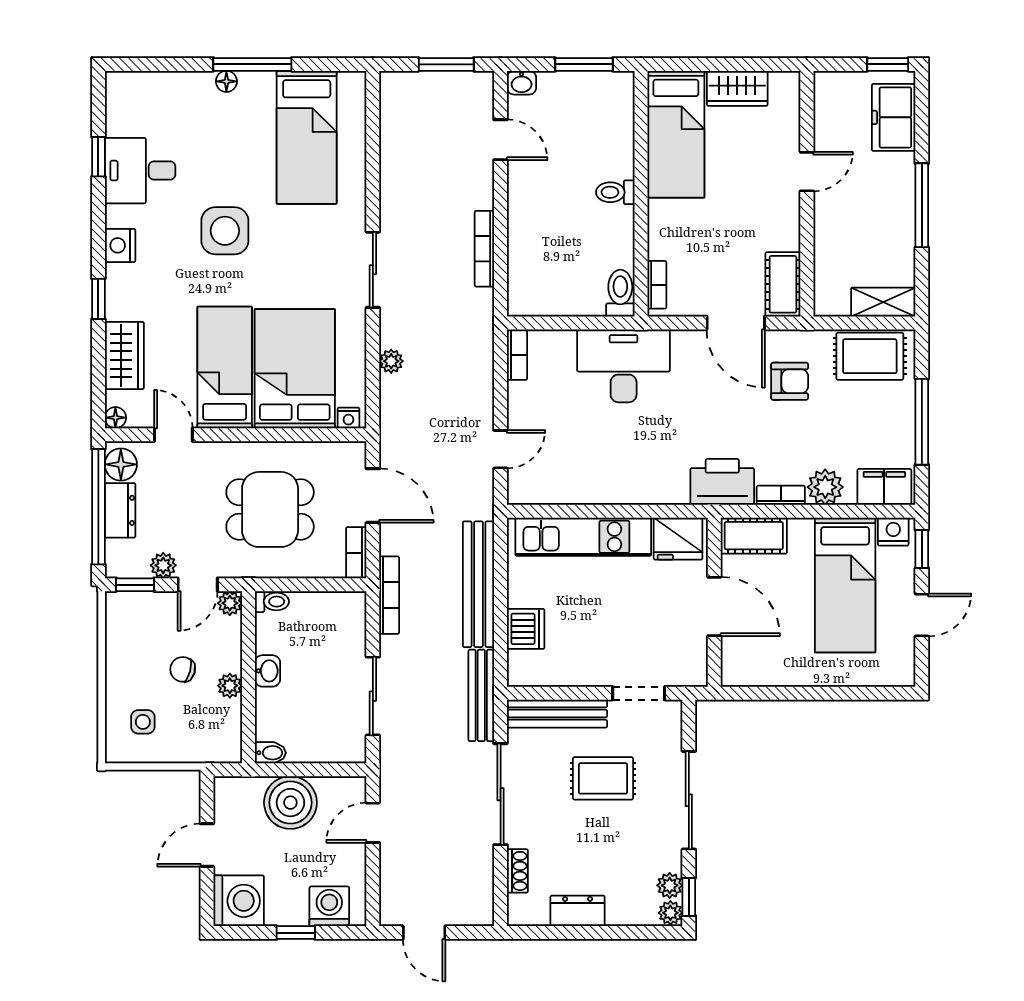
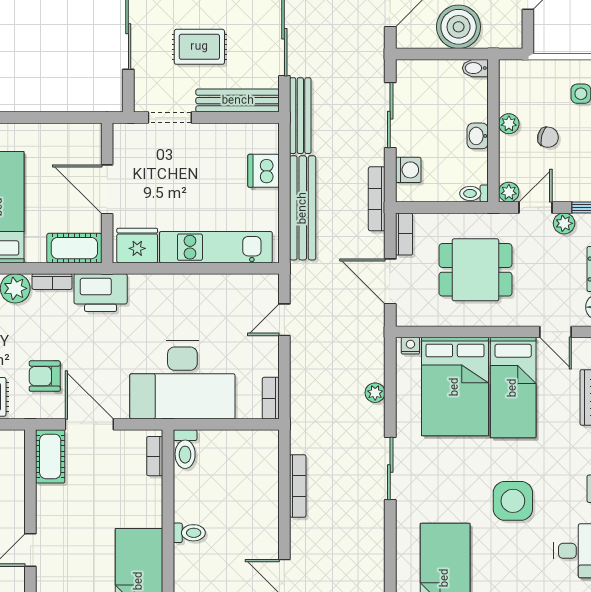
desk: (624, 366) -> (182, 380), width x1.36, depth x1.30
washing machine: (351, 630) -> (408, 170), added

